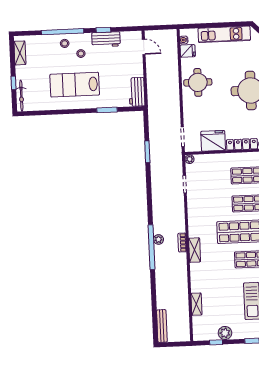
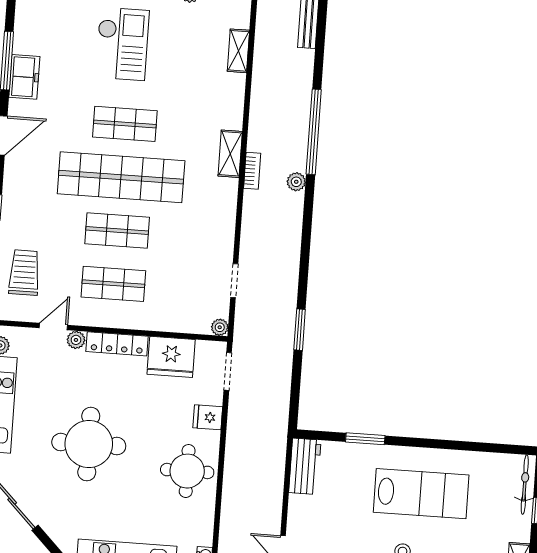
fridge: (188, 51) -> (208, 417), moved
window: (147, 152) -> (300, 330), moved
window: (152, 247) -> (314, 132), moved

